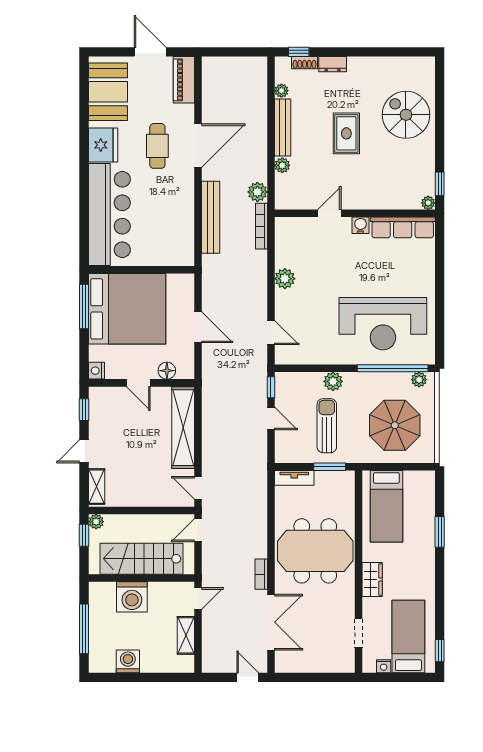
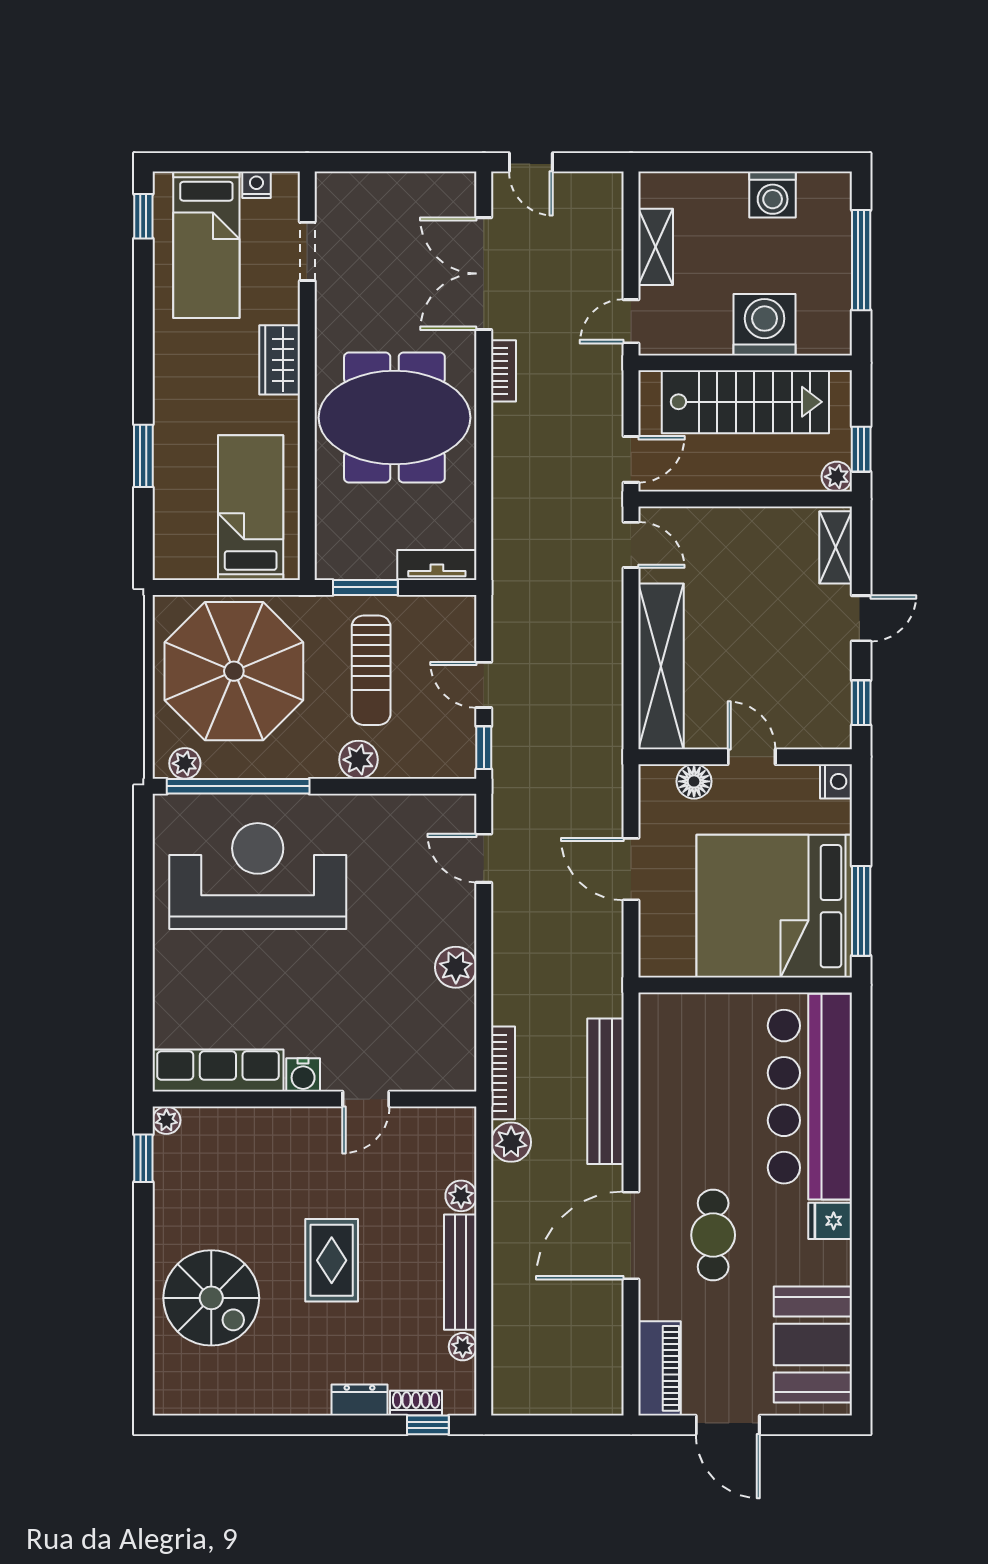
fridge: (103, 145) -> (830, 1221), width x0.53, depth x0.75
parasol: (395, 425) -> (234, 671), width x1.36, depth x1.36

